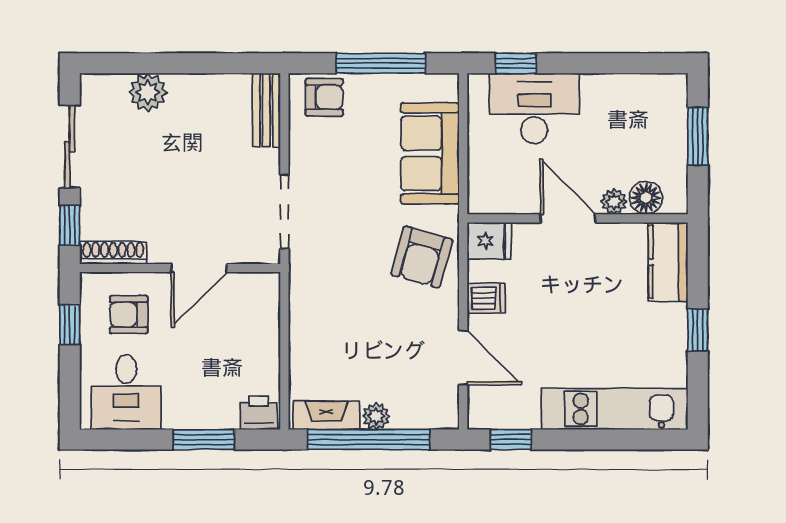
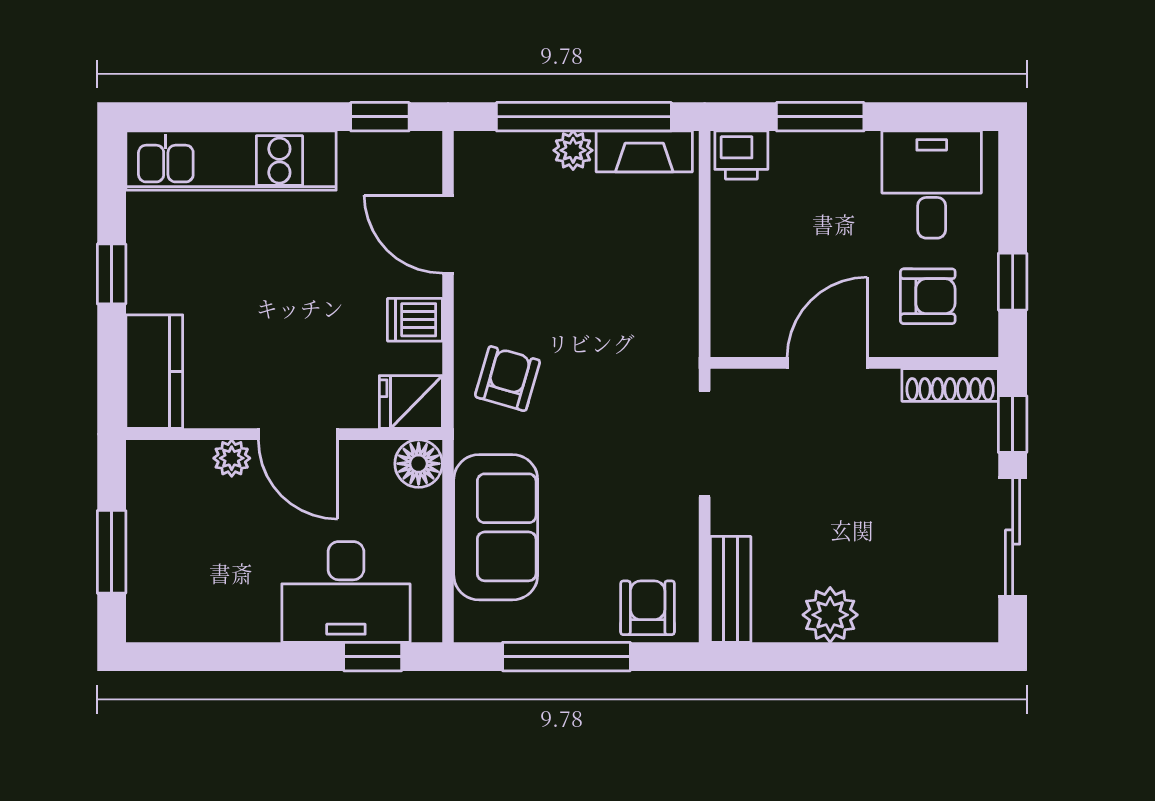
plant: (148, 92) -> (830, 615), moved
armchair: (324, 97) -> (648, 608), turned 90
floor lamp: (646, 198) -> (419, 464), moved
armchair: (422, 257) -> (508, 379), width x0.72, depth x0.72

